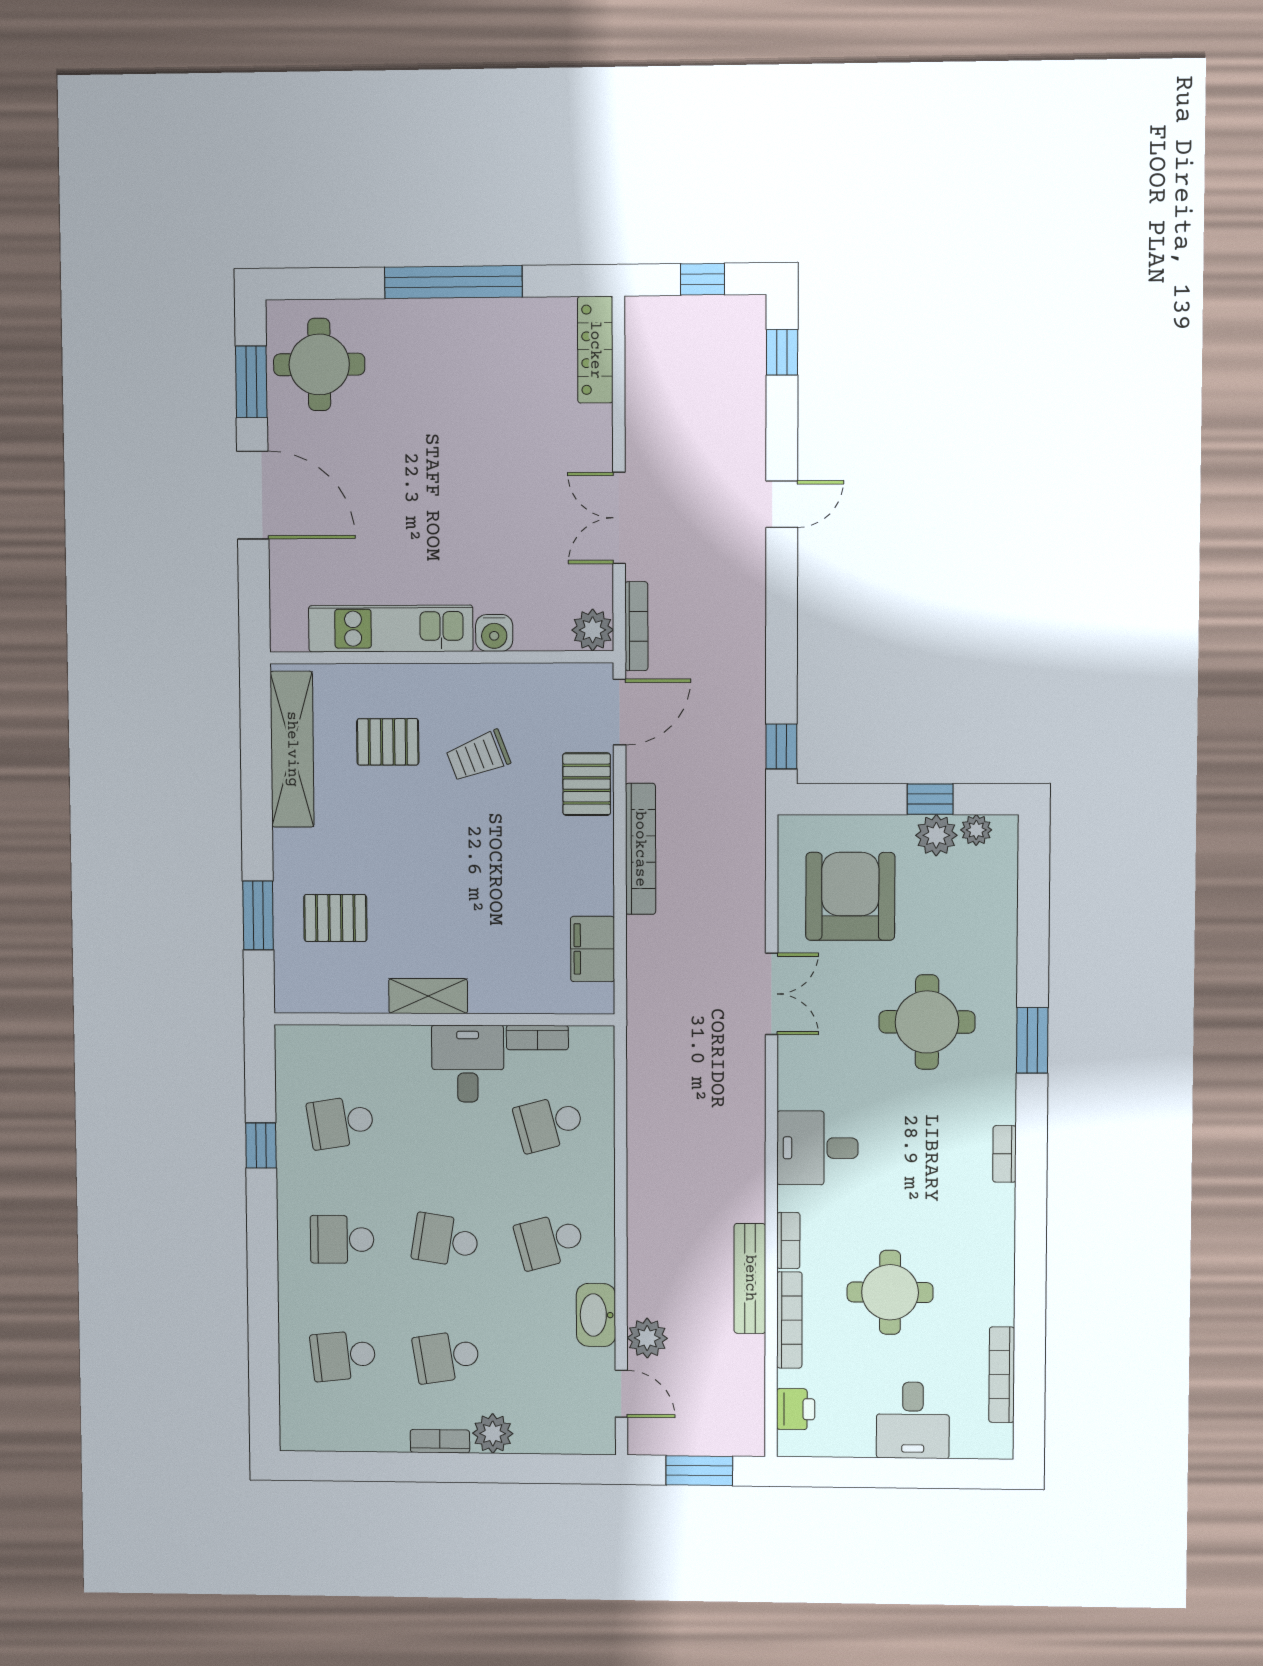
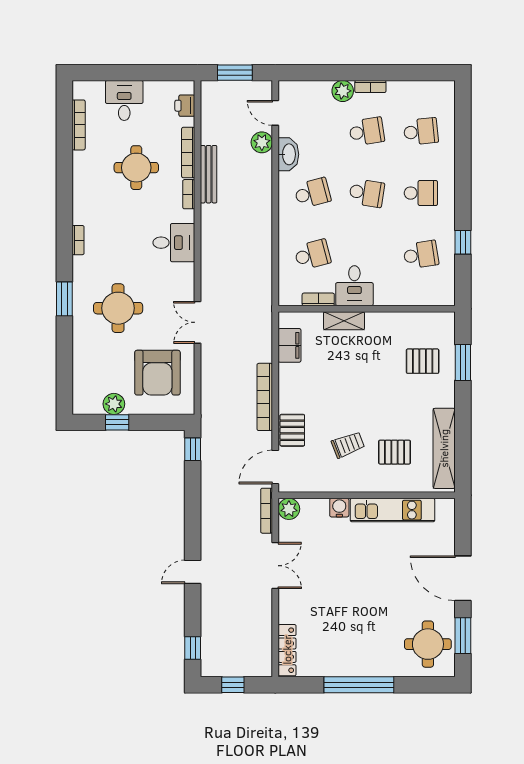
plant: (976, 830) -> (94, 407), removed
shelving: (428, 996) -> (344, 321), moved

